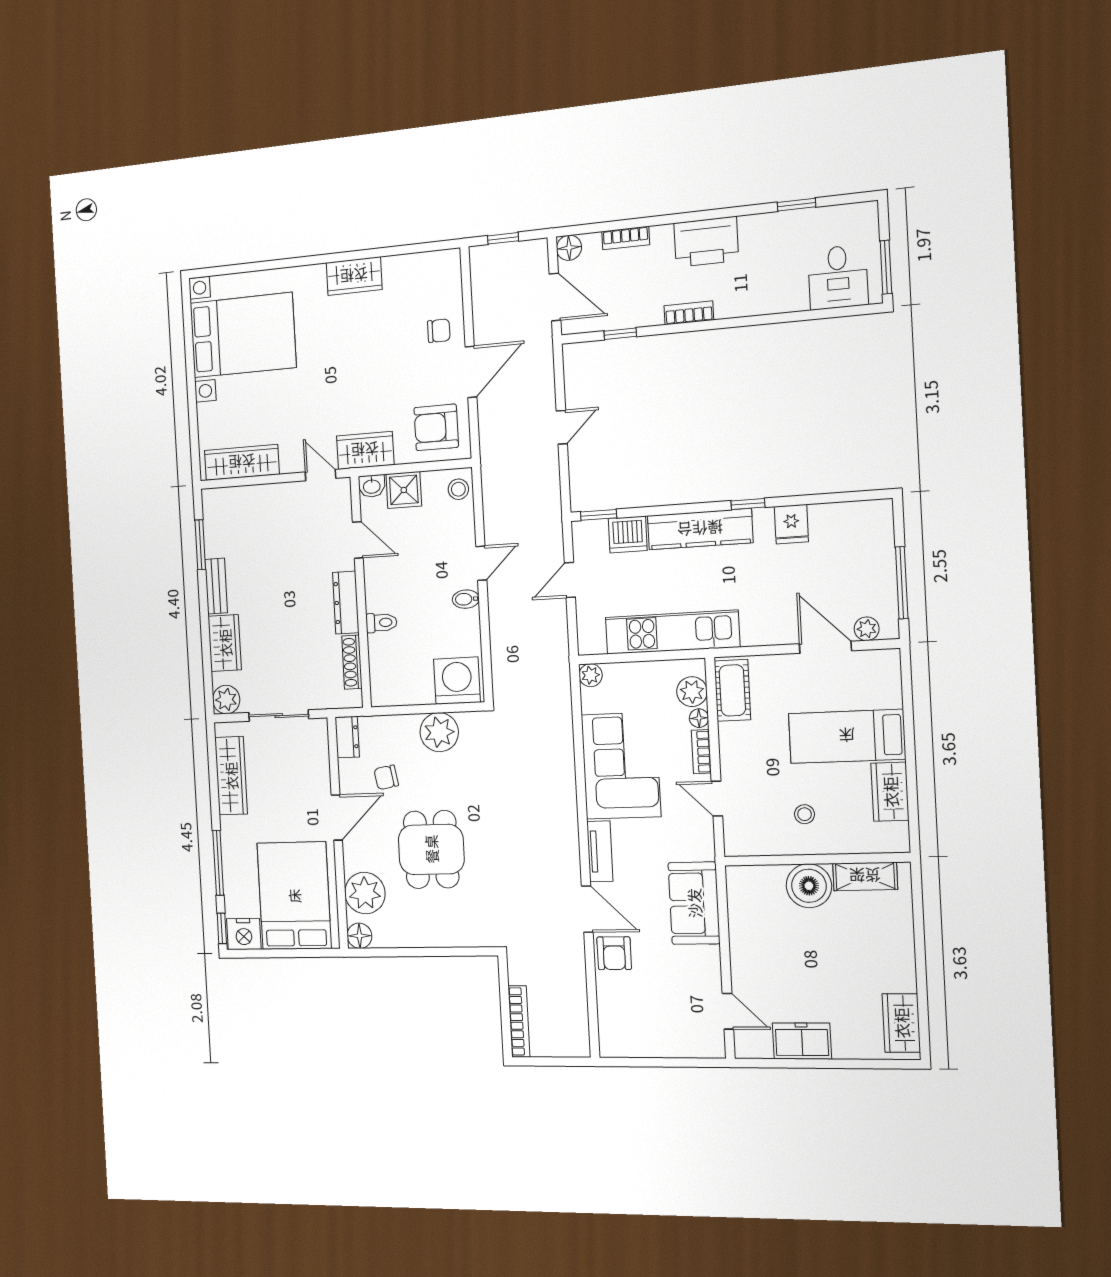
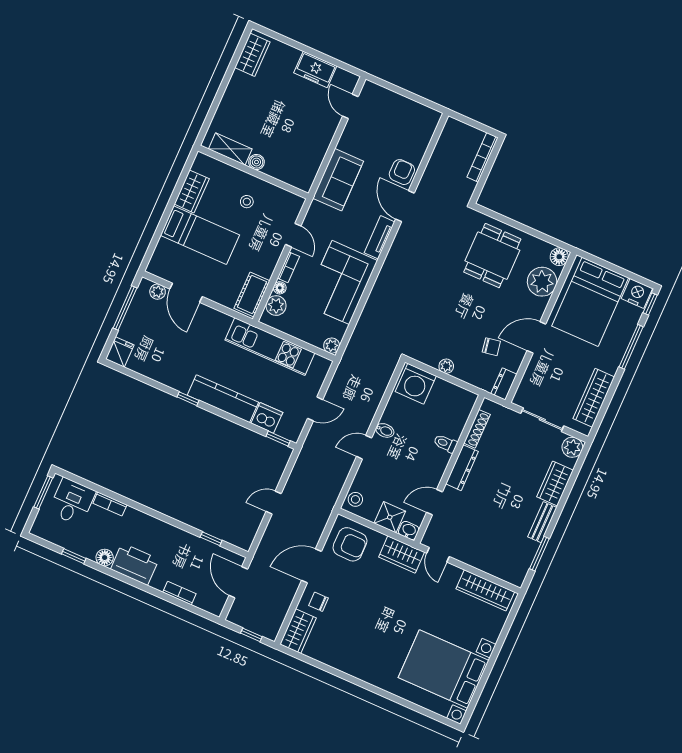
floor lamp: (569, 248) -> (105, 558), moved
wardrobe: (354, 276) -> (298, 631), moved, turned 90
bookcase: (689, 313) -> (110, 504), moved
fridge: (791, 524) -> (120, 352), moved
door: (358, 540) -> (435, 502), hinge flipped
plant: (439, 732) -> (446, 366), width x0.53, depth x0.53
dining table: (431, 849) -> (492, 256), moved
boiler: (809, 886) -> (256, 162), width x0.54, depth x0.54

